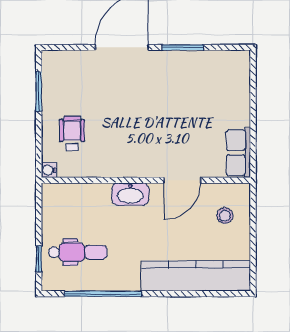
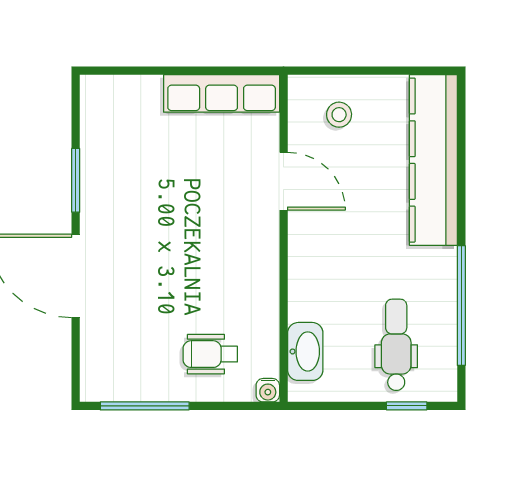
window: (39, 91) -> (145, 406), width x1.44
row of seats: (238, 153) -> (222, 93), width x1.48
washbasin: (130, 194) -> (305, 351), moved

